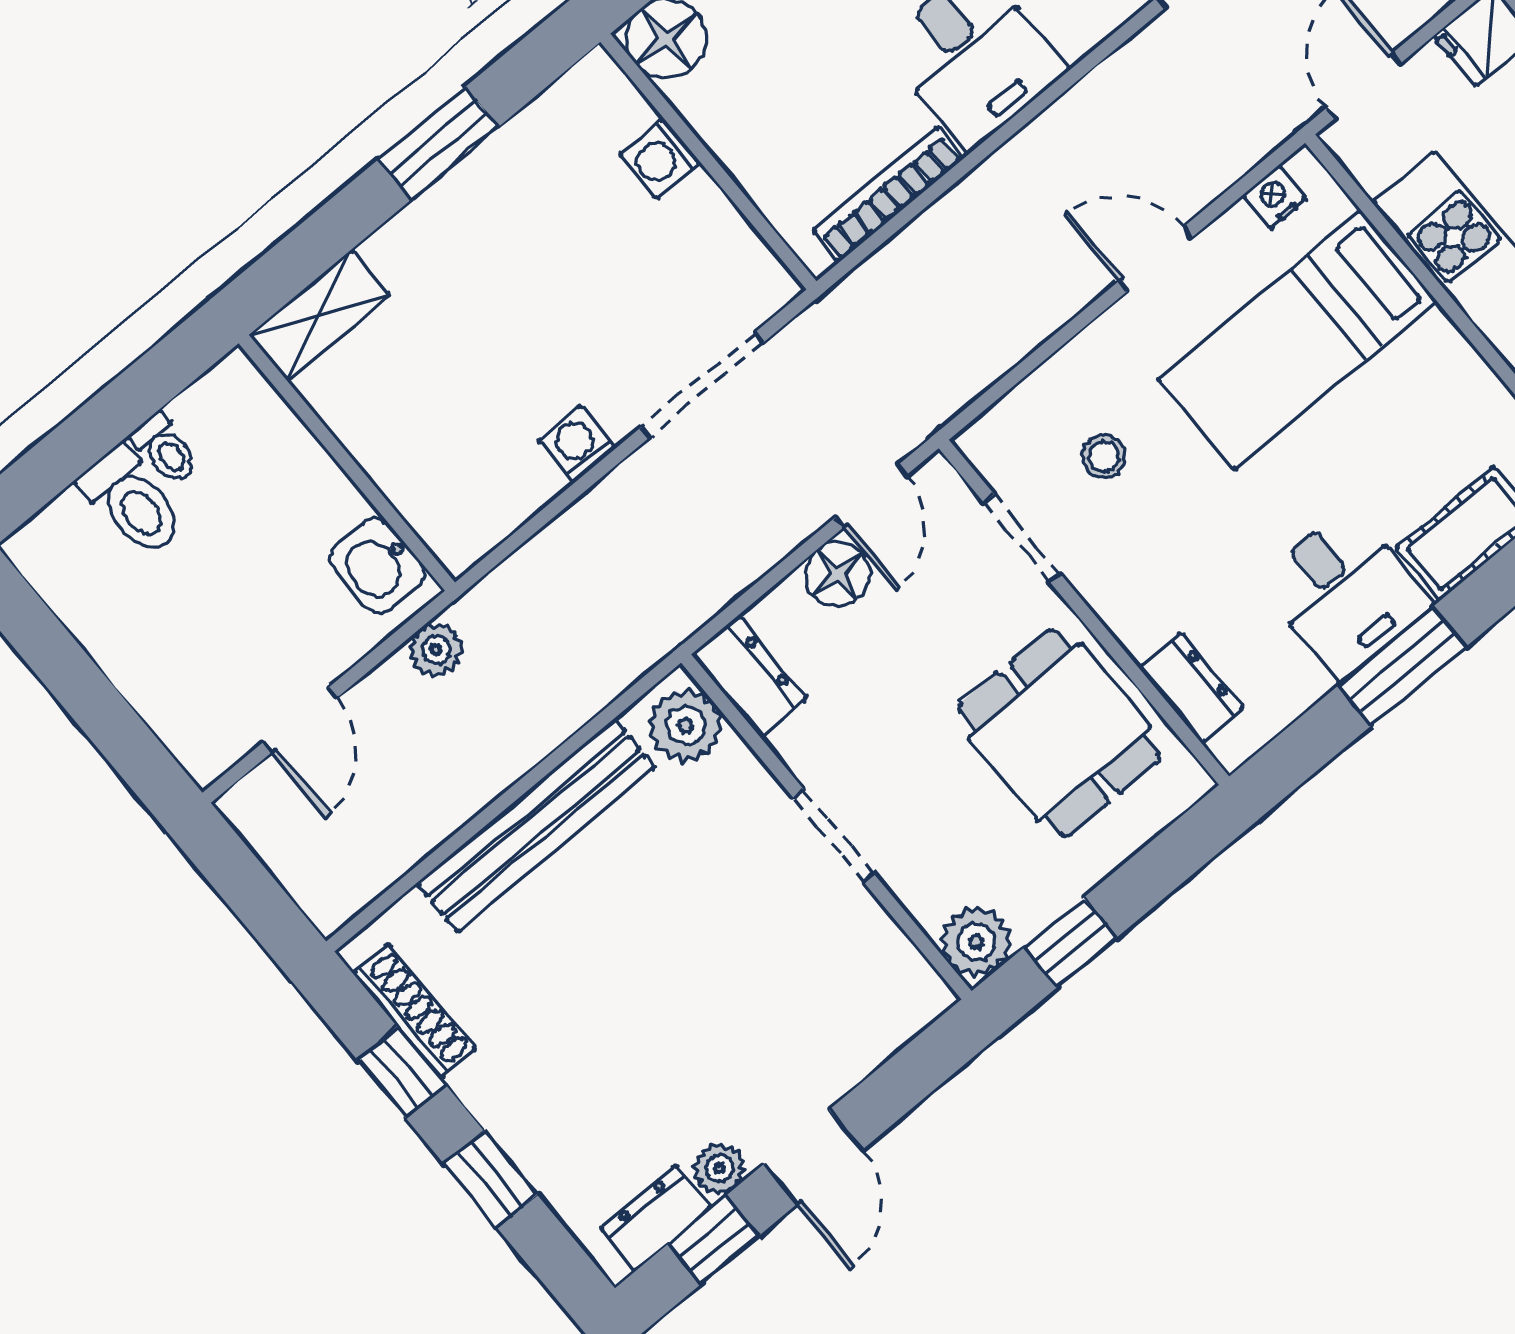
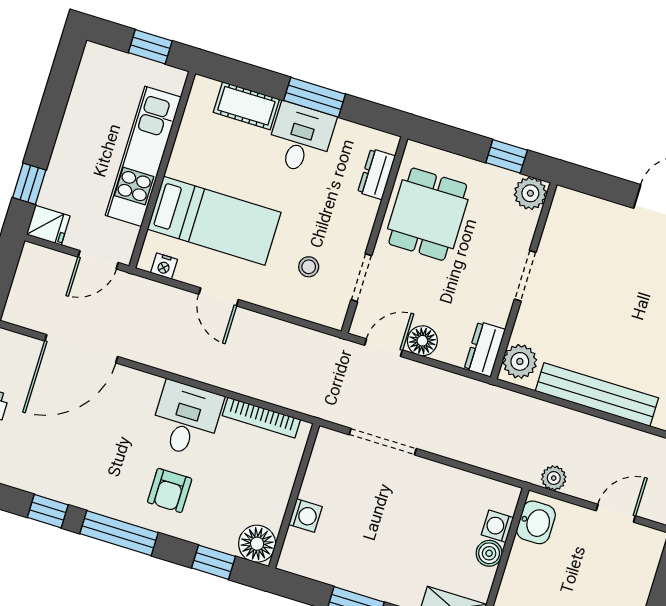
washing machine: (577, 444) -> (497, 526), moved, turned 90
boiler: (377, 445) -> (489, 553), added

